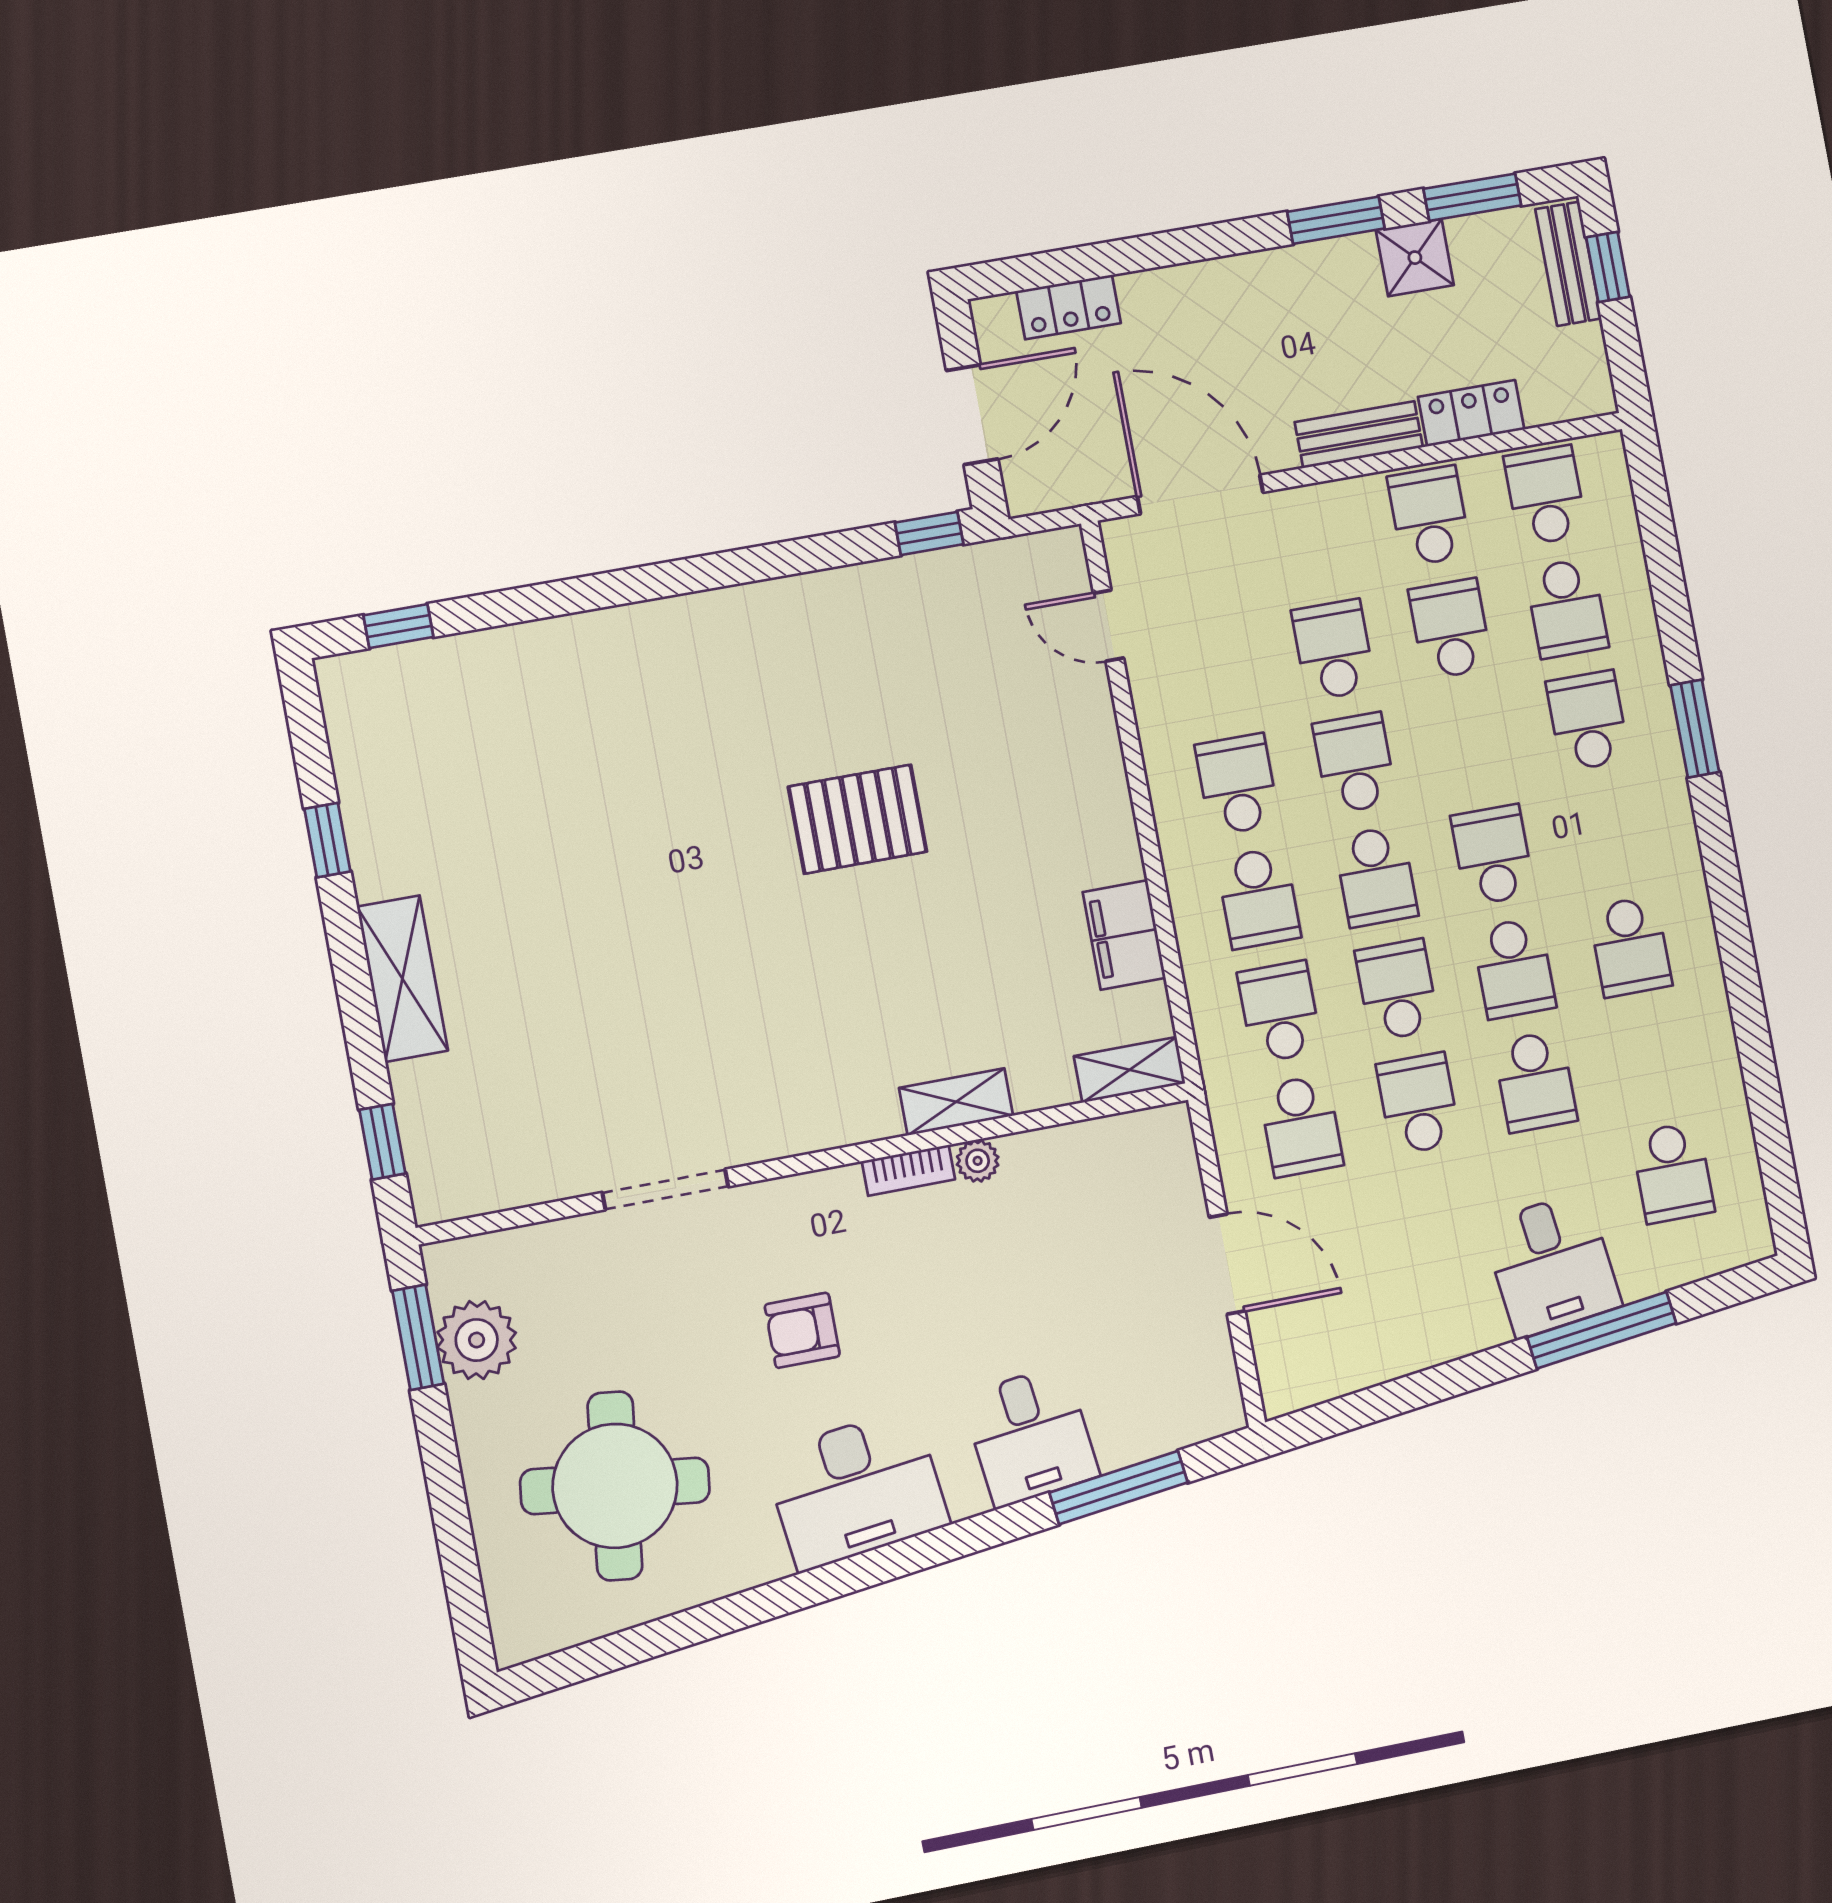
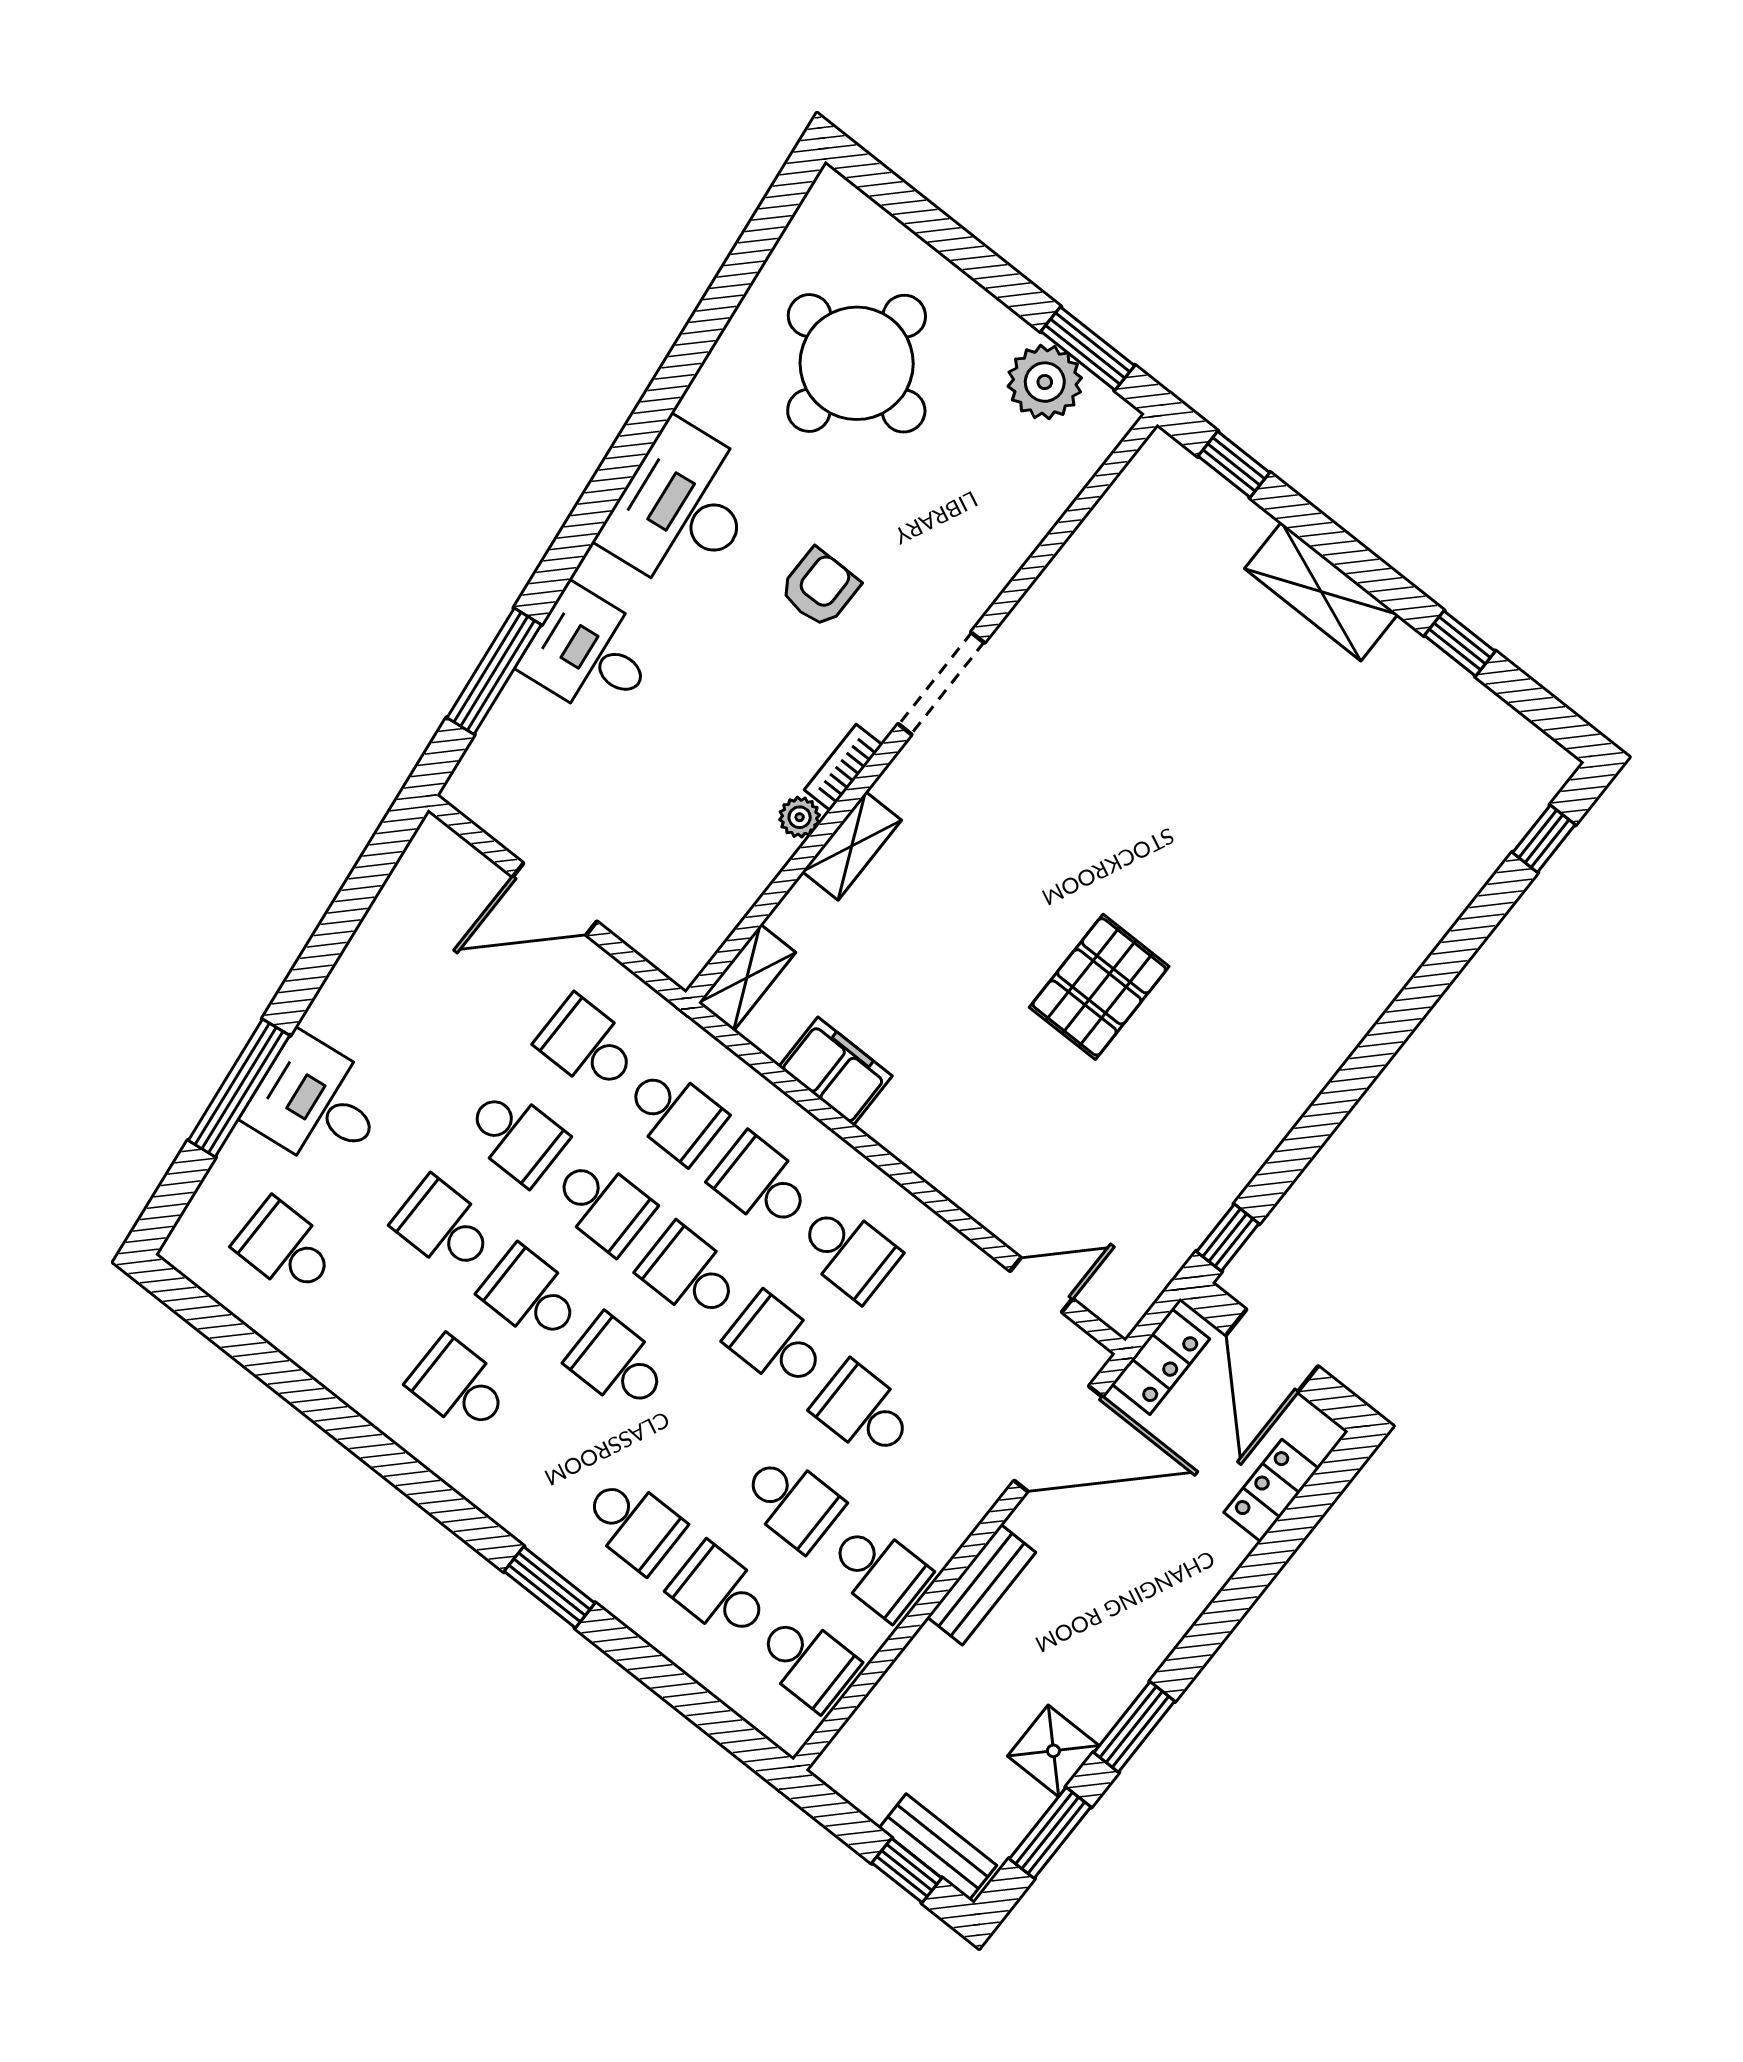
locker: (1471, 413) -> (1161, 1362), moved
school desk: (1334, 650) -> (864, 1411), turned 180
school desk: (1355, 763) -> (777, 1342), turned 180
school desk: (1493, 855) -> (618, 1364), turned 180
doorway: (665, 1190) -> (941, 683), moved

